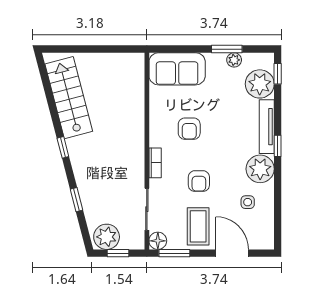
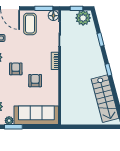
sofa: (177, 69) -> (36, 115), width x1.36
armchair: (199, 181) -> (16, 69), moved

